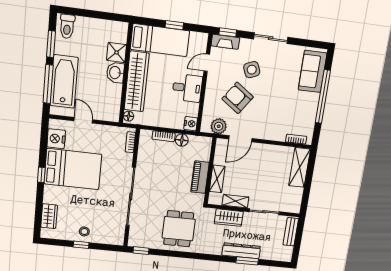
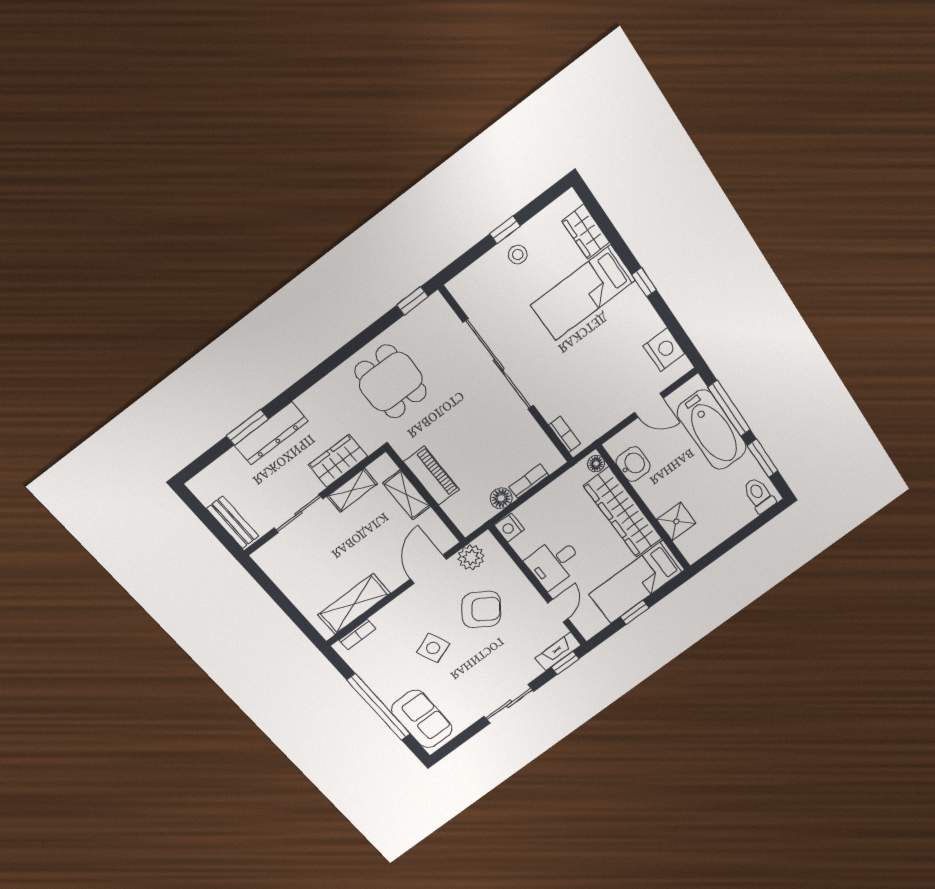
side table: (252, 70) -> (433, 648), moved
washbasin: (115, 73) -> (633, 464), moved
shelving: (300, 167) -> (354, 604), moved, turned 90
bed: (73, 169) -> (583, 293), moved, width x0.67

